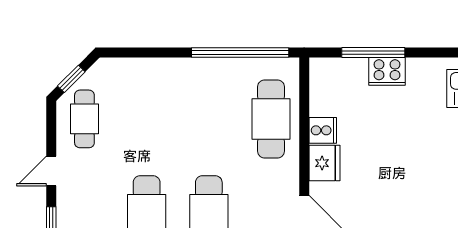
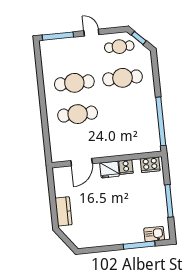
window: (373, 52) -> (169, 201), moved
cooker: (387, 71) -> (150, 165), moved, turned -90
cafe table: (271, 119) -> (123, 78), moved

